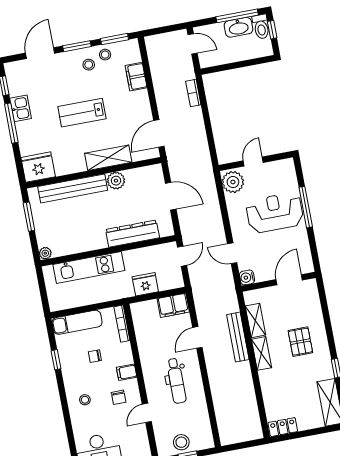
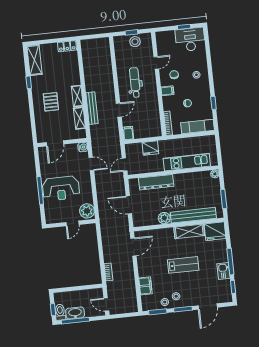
shelving: (108, 158) -> (189, 231), moved
filing cabinet: (173, 305) -> (128, 133), width x0.50

